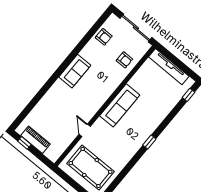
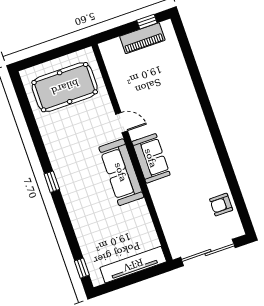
armchair: (124, 60) -> (176, 213), removed
sofa: (75, 71) -> (151, 158), moved, turned 180
door: (85, 130) -> (122, 123), moved

